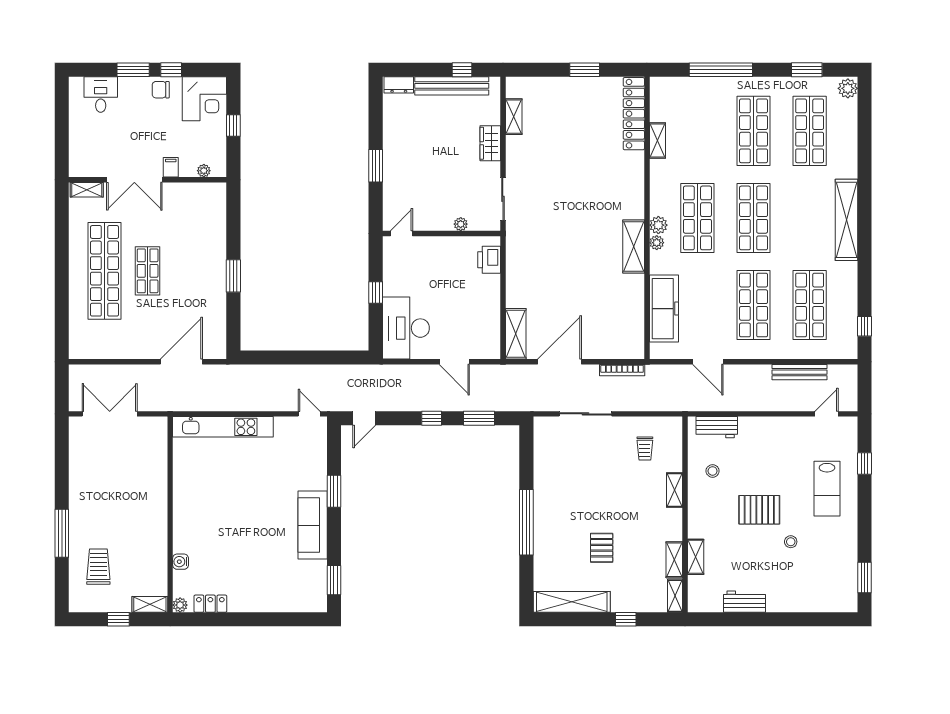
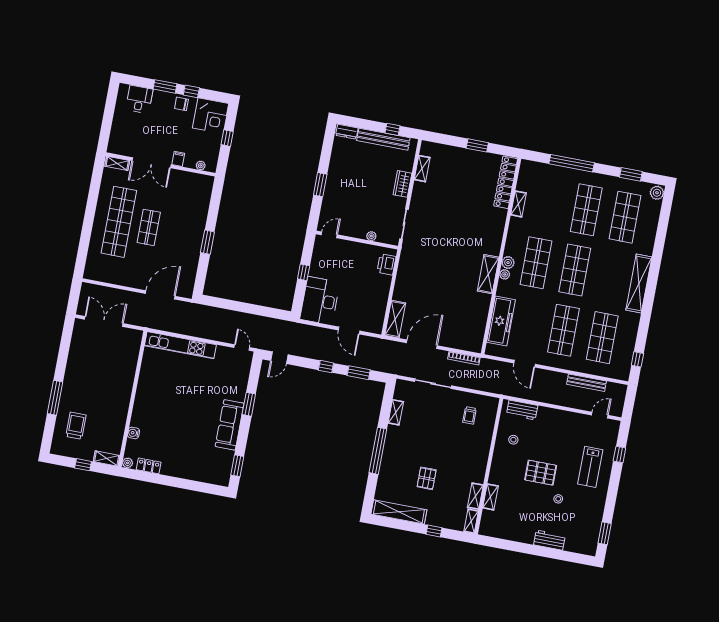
shelving: (675, 490) -> (396, 412), moved
workbench: (745, 602) -> (549, 540), moved

